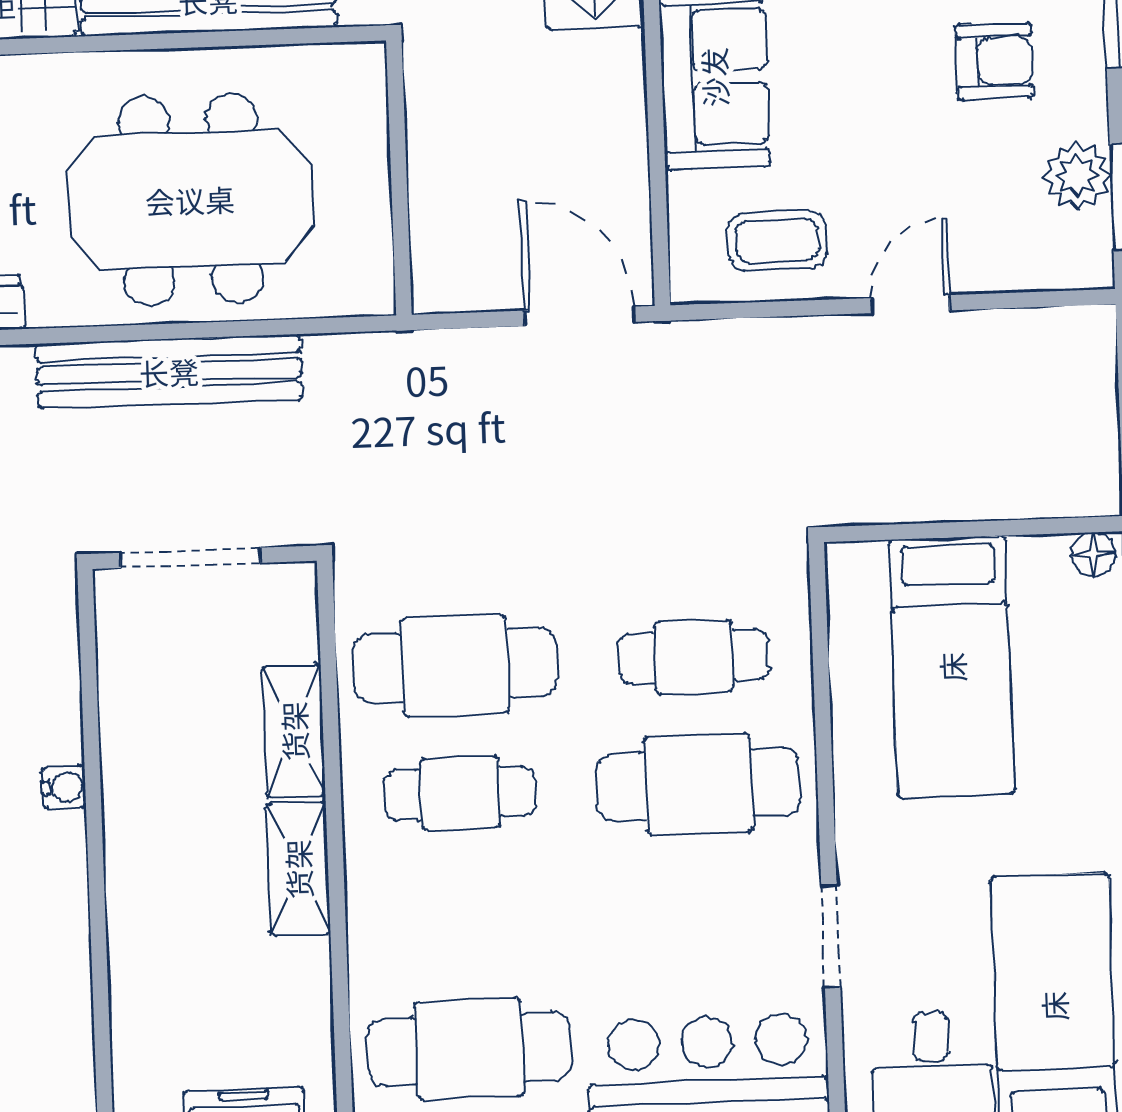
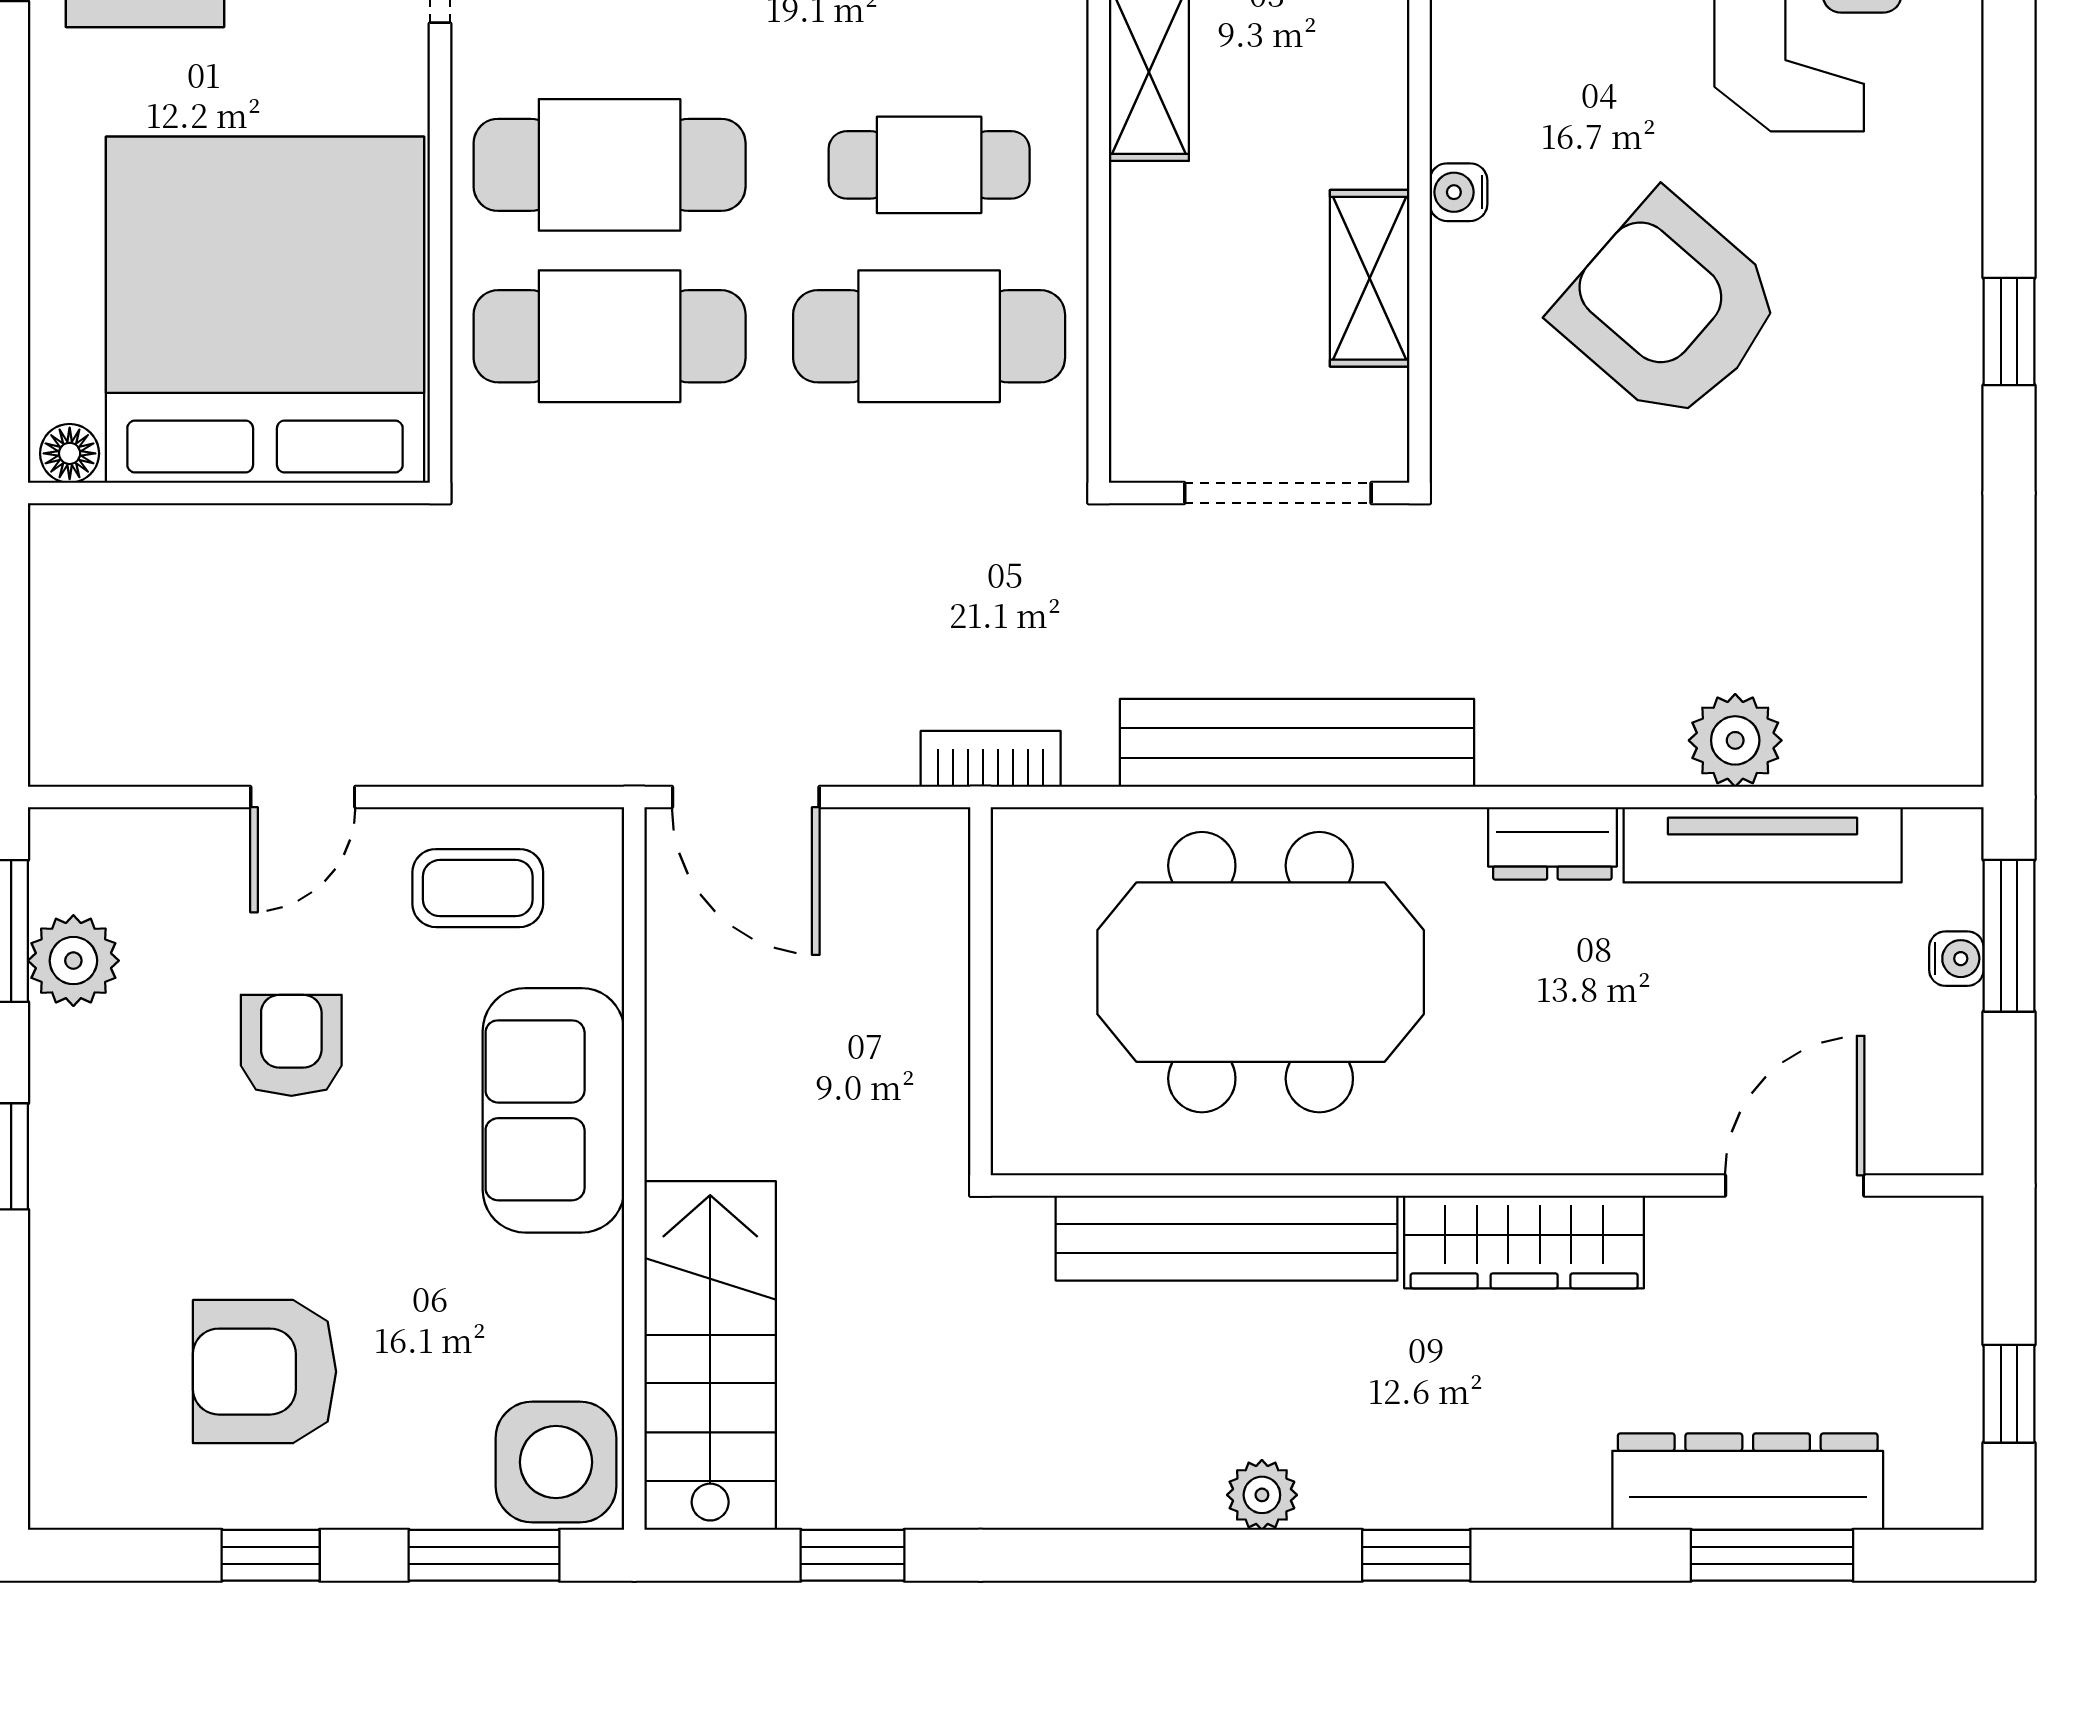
armchair: (994, 61) -> (291, 1045), moved, turned 90
bookcase: (398, 351) -> (991, 759), added
cafe table: (694, 657) -> (610, 336), width x1.37, depth x1.35
bed: (952, 667) -> (265, 310), width x2.04
shelving: (294, 731) -> (1370, 278), moved

